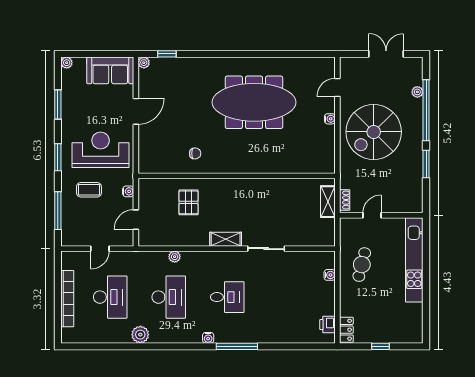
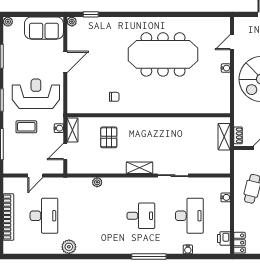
shelving: (145, 194) -> (72, 130), added
desk: (169, 297) -> (189, 216), moved
water cooler: (208, 338) -> (188, 249), moved

